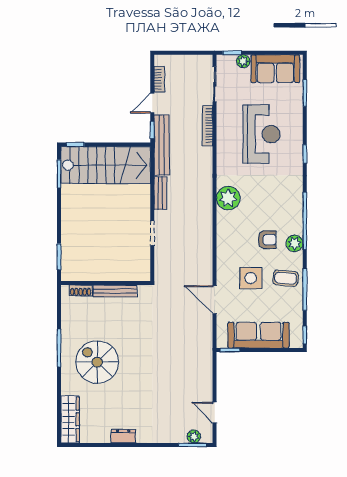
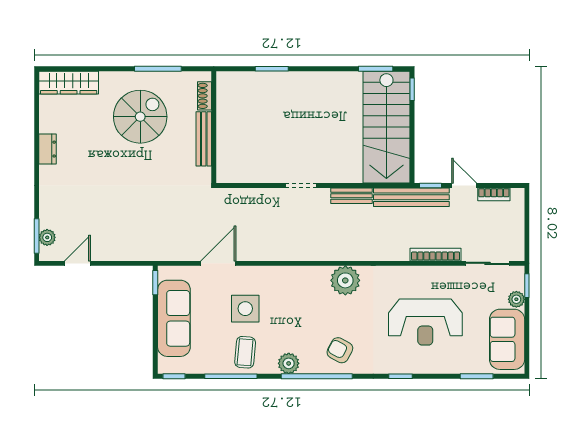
armchair: (267, 240) -> (340, 350), moved, turned 118
wall: (106, 283) -> (214, 127), moved
shoe rack: (81, 290) -> (204, 96), moved
bench: (115, 291) -> (204, 139), moved

